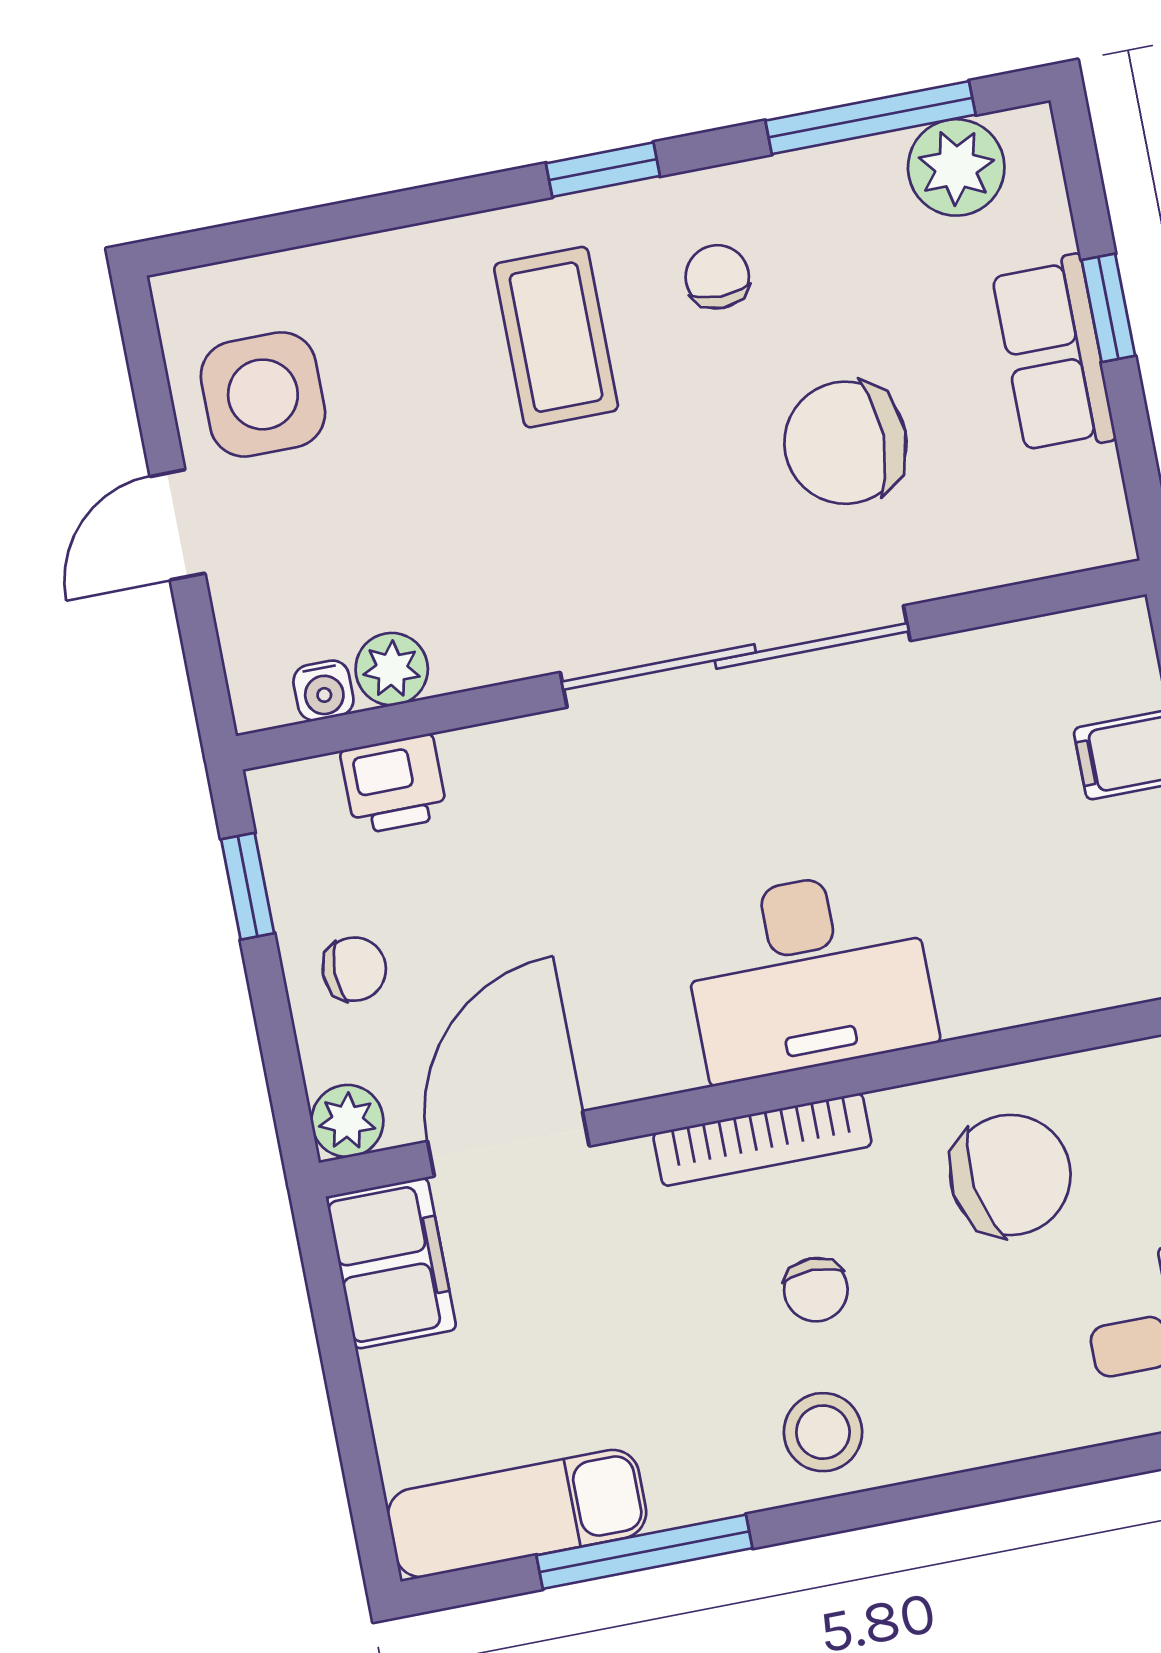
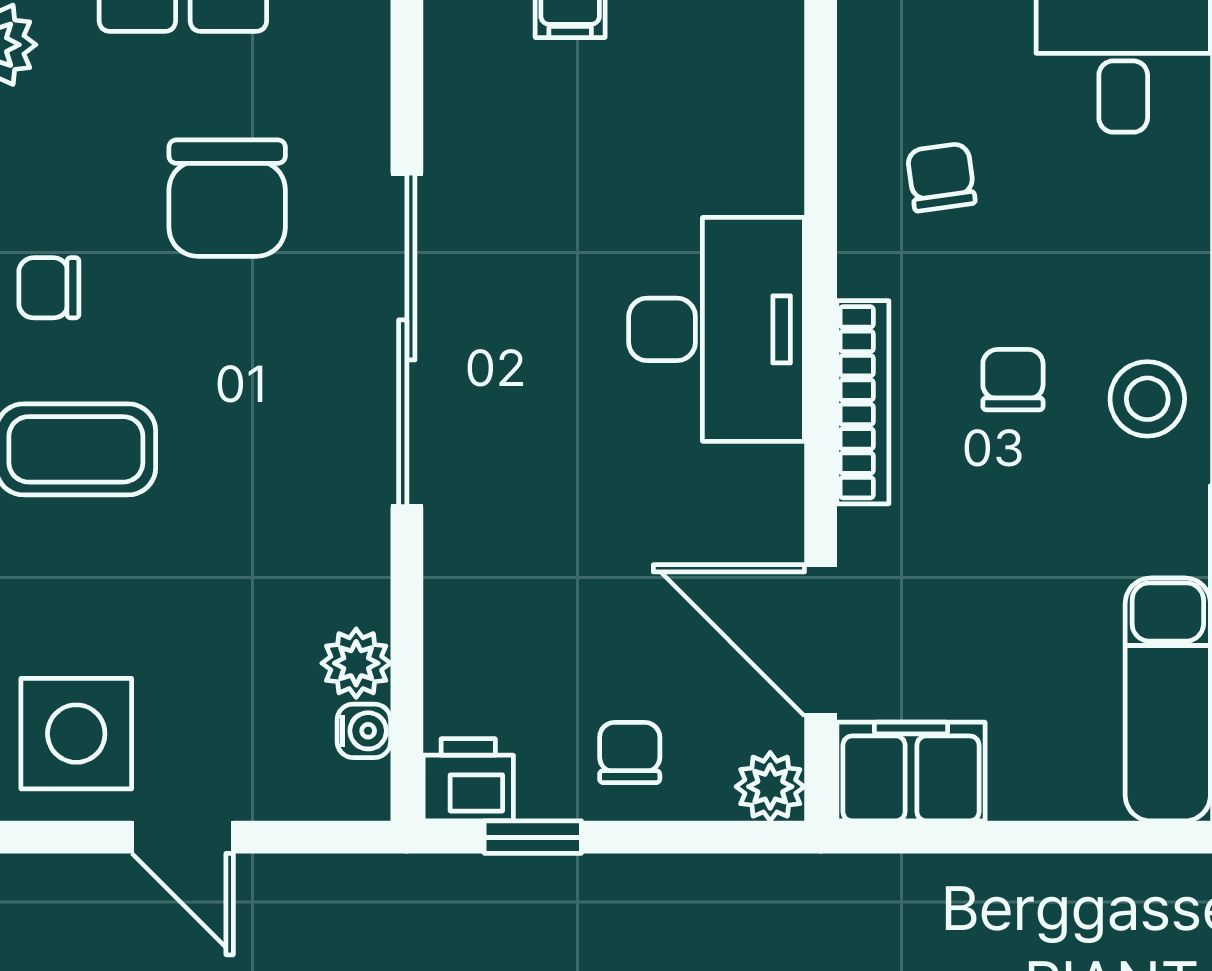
printer: (394, 784) -> (468, 780), moved, turned -90
chair: (1010, 1175) -> (941, 177), width x0.54, depth x0.54
chair: (816, 1290) -> (1013, 380), turned -90

